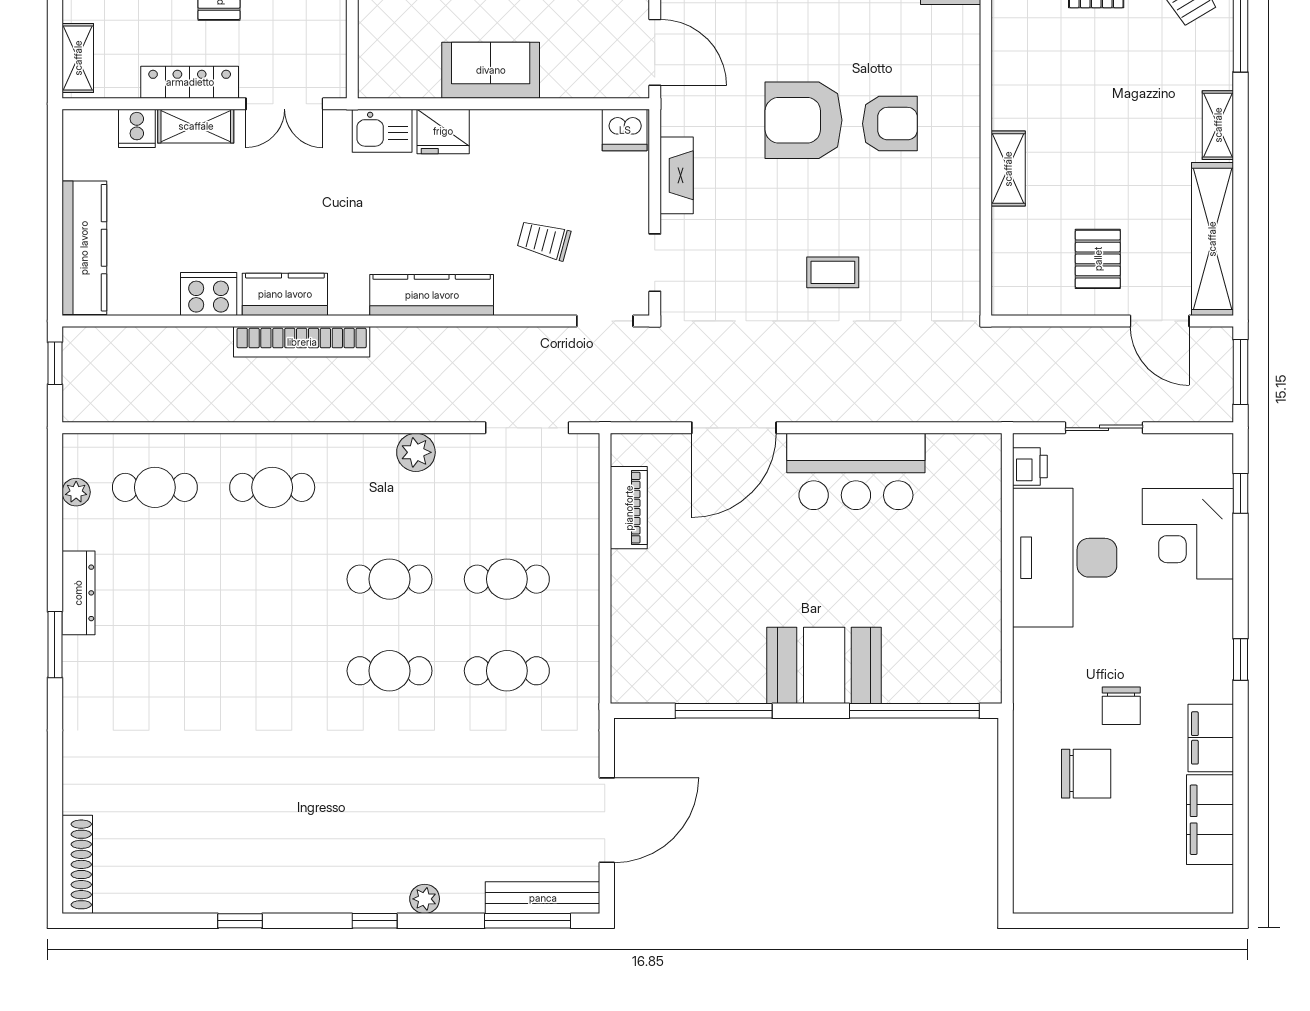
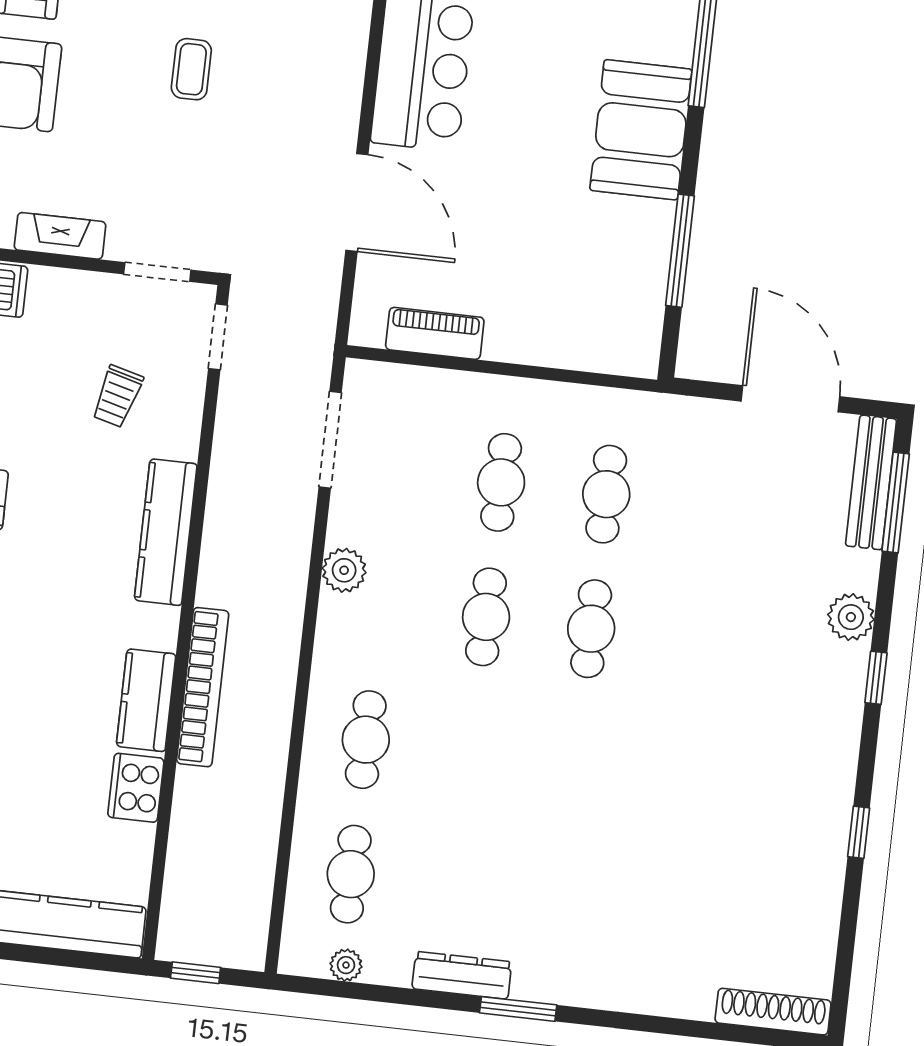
plant: (425, 899) -> (851, 617), width x1.38, depth x1.38

